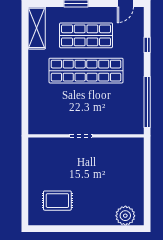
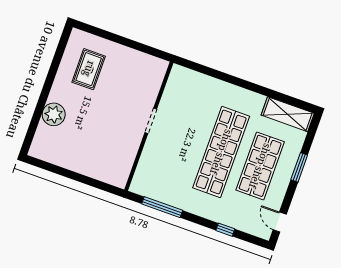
window: (147, 102) -> (162, 207), width x0.68
plant: (125, 216) -> (54, 114), moved

